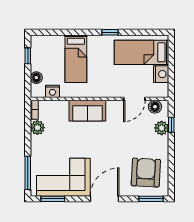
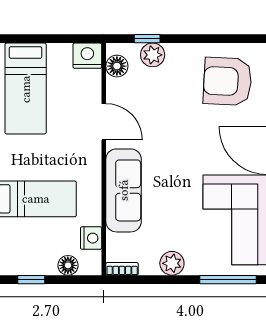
nightstand: (161, 74) -> (87, 56), moved
door: (134, 99) -> (104, 122), moved
sofa: (87, 111) -> (124, 190), width x1.36
plant: (37, 128) -> (172, 263), moved

